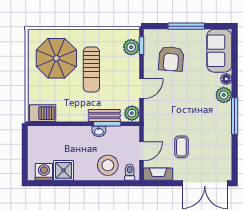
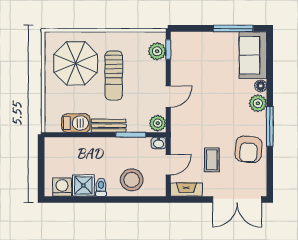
window: (186, 26) -> (233, 28), moved
armchair: (171, 59) -> (249, 149), moved
barbecue: (43, 113) -> (76, 123), moved
bench: (104, 116) -> (109, 126), moved
washbasin: (99, 131) -> (159, 143), moved
toilet: (130, 172) -> (101, 187), moved

